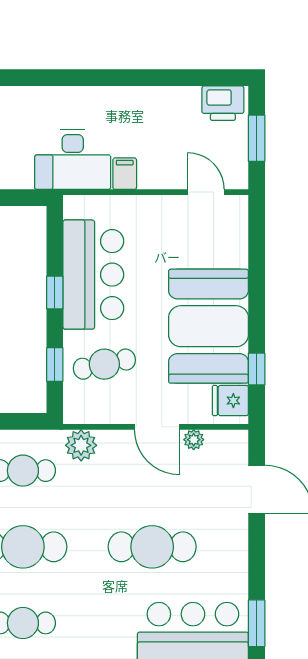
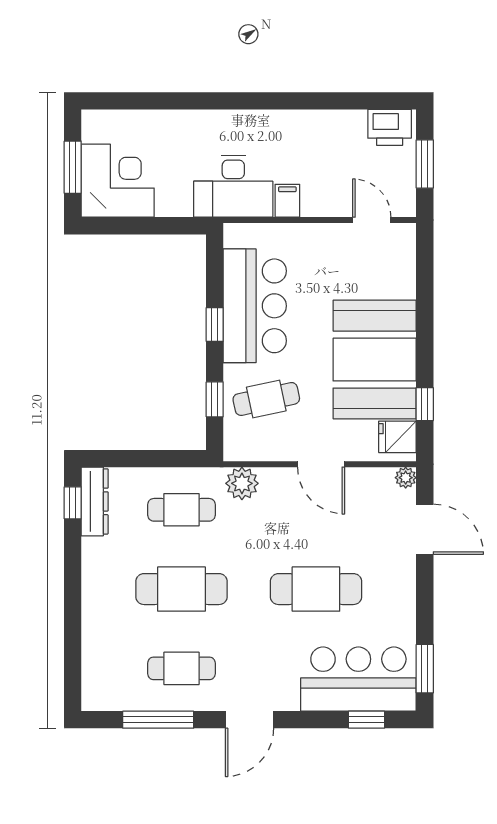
plant: (194, 440) -> (406, 478), moved

